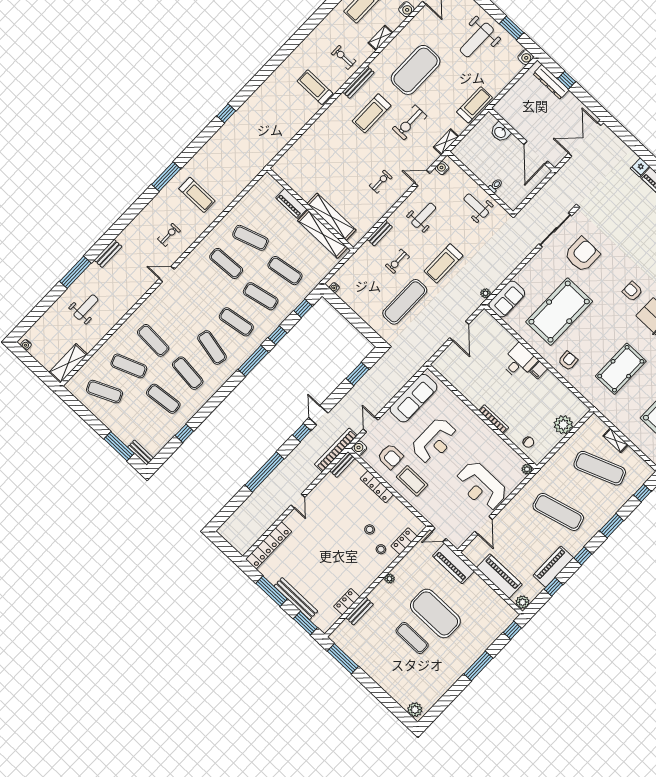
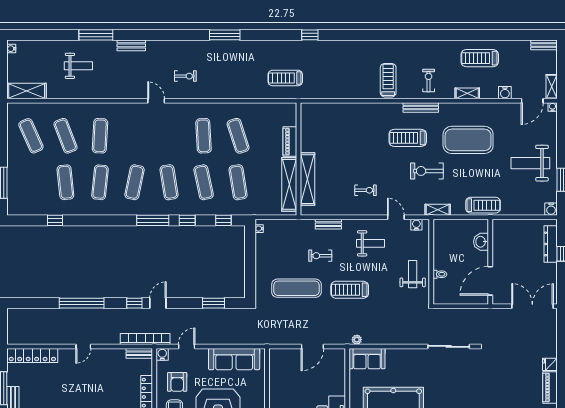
treadmill: (197, 195) -> (285, 78), moved, turned 90
armchair: (582, 255) -> (449, 382), removed
bench: (141, 453) -> (12, 202), removed

